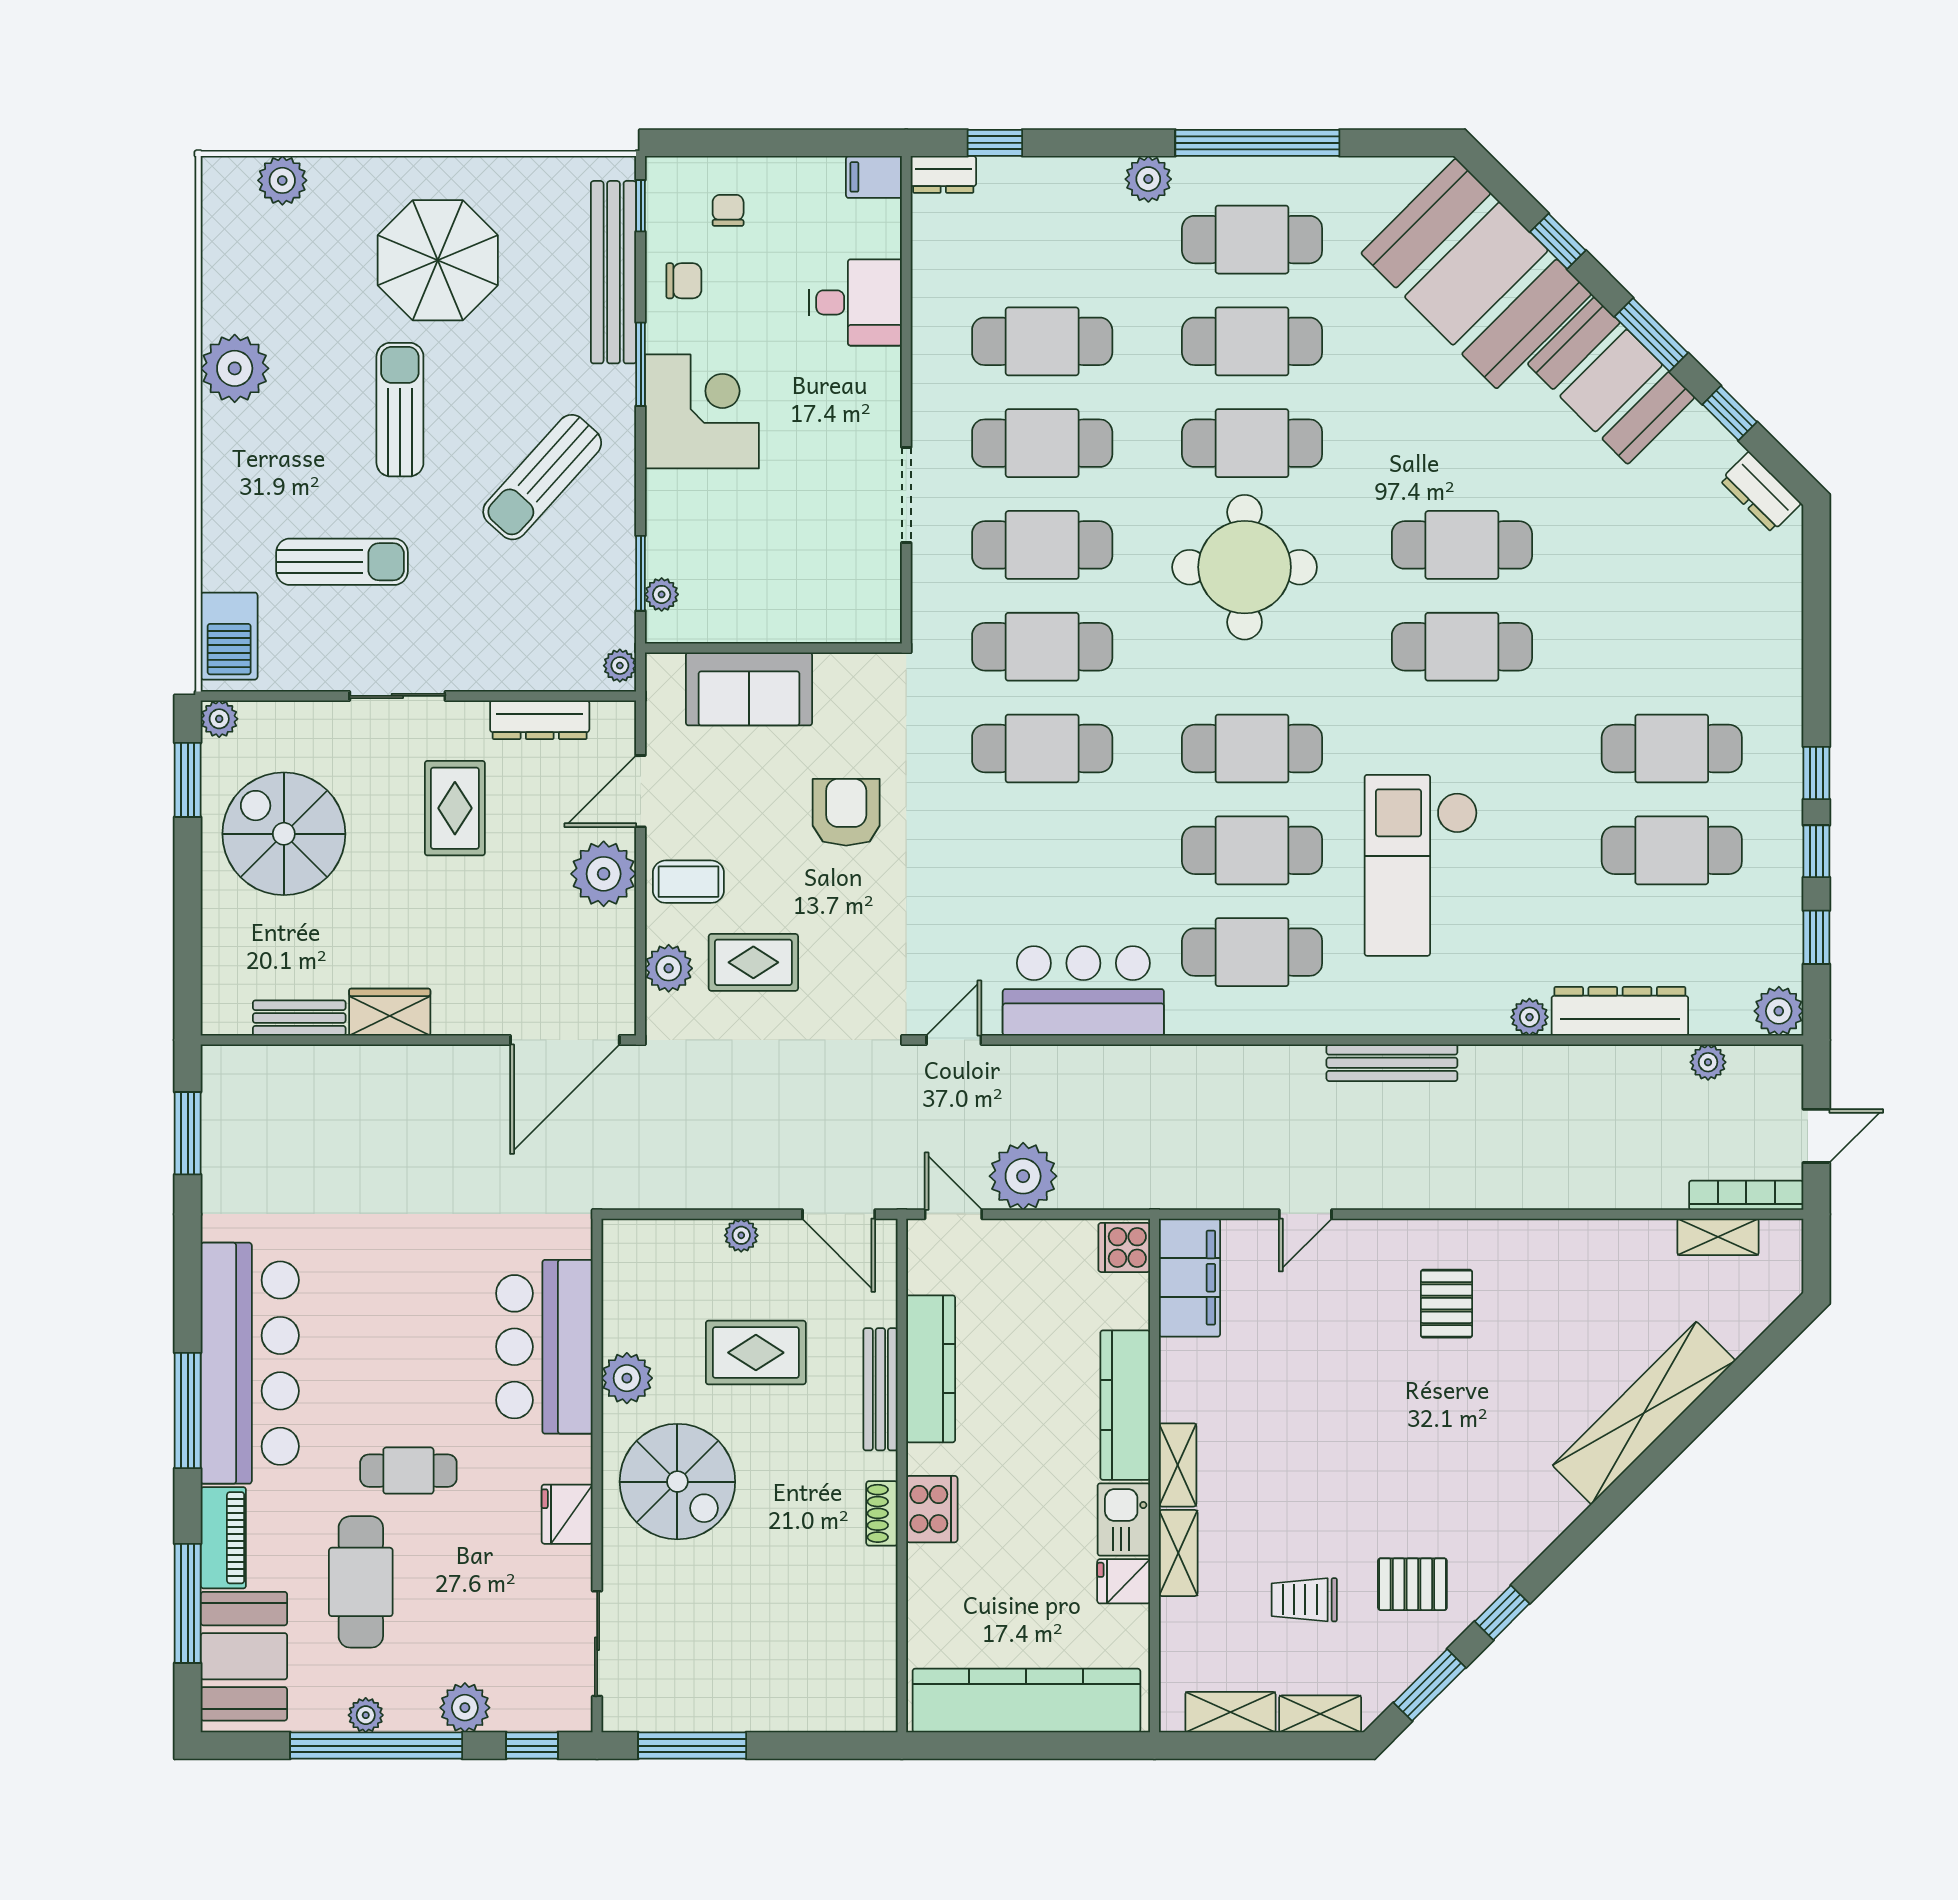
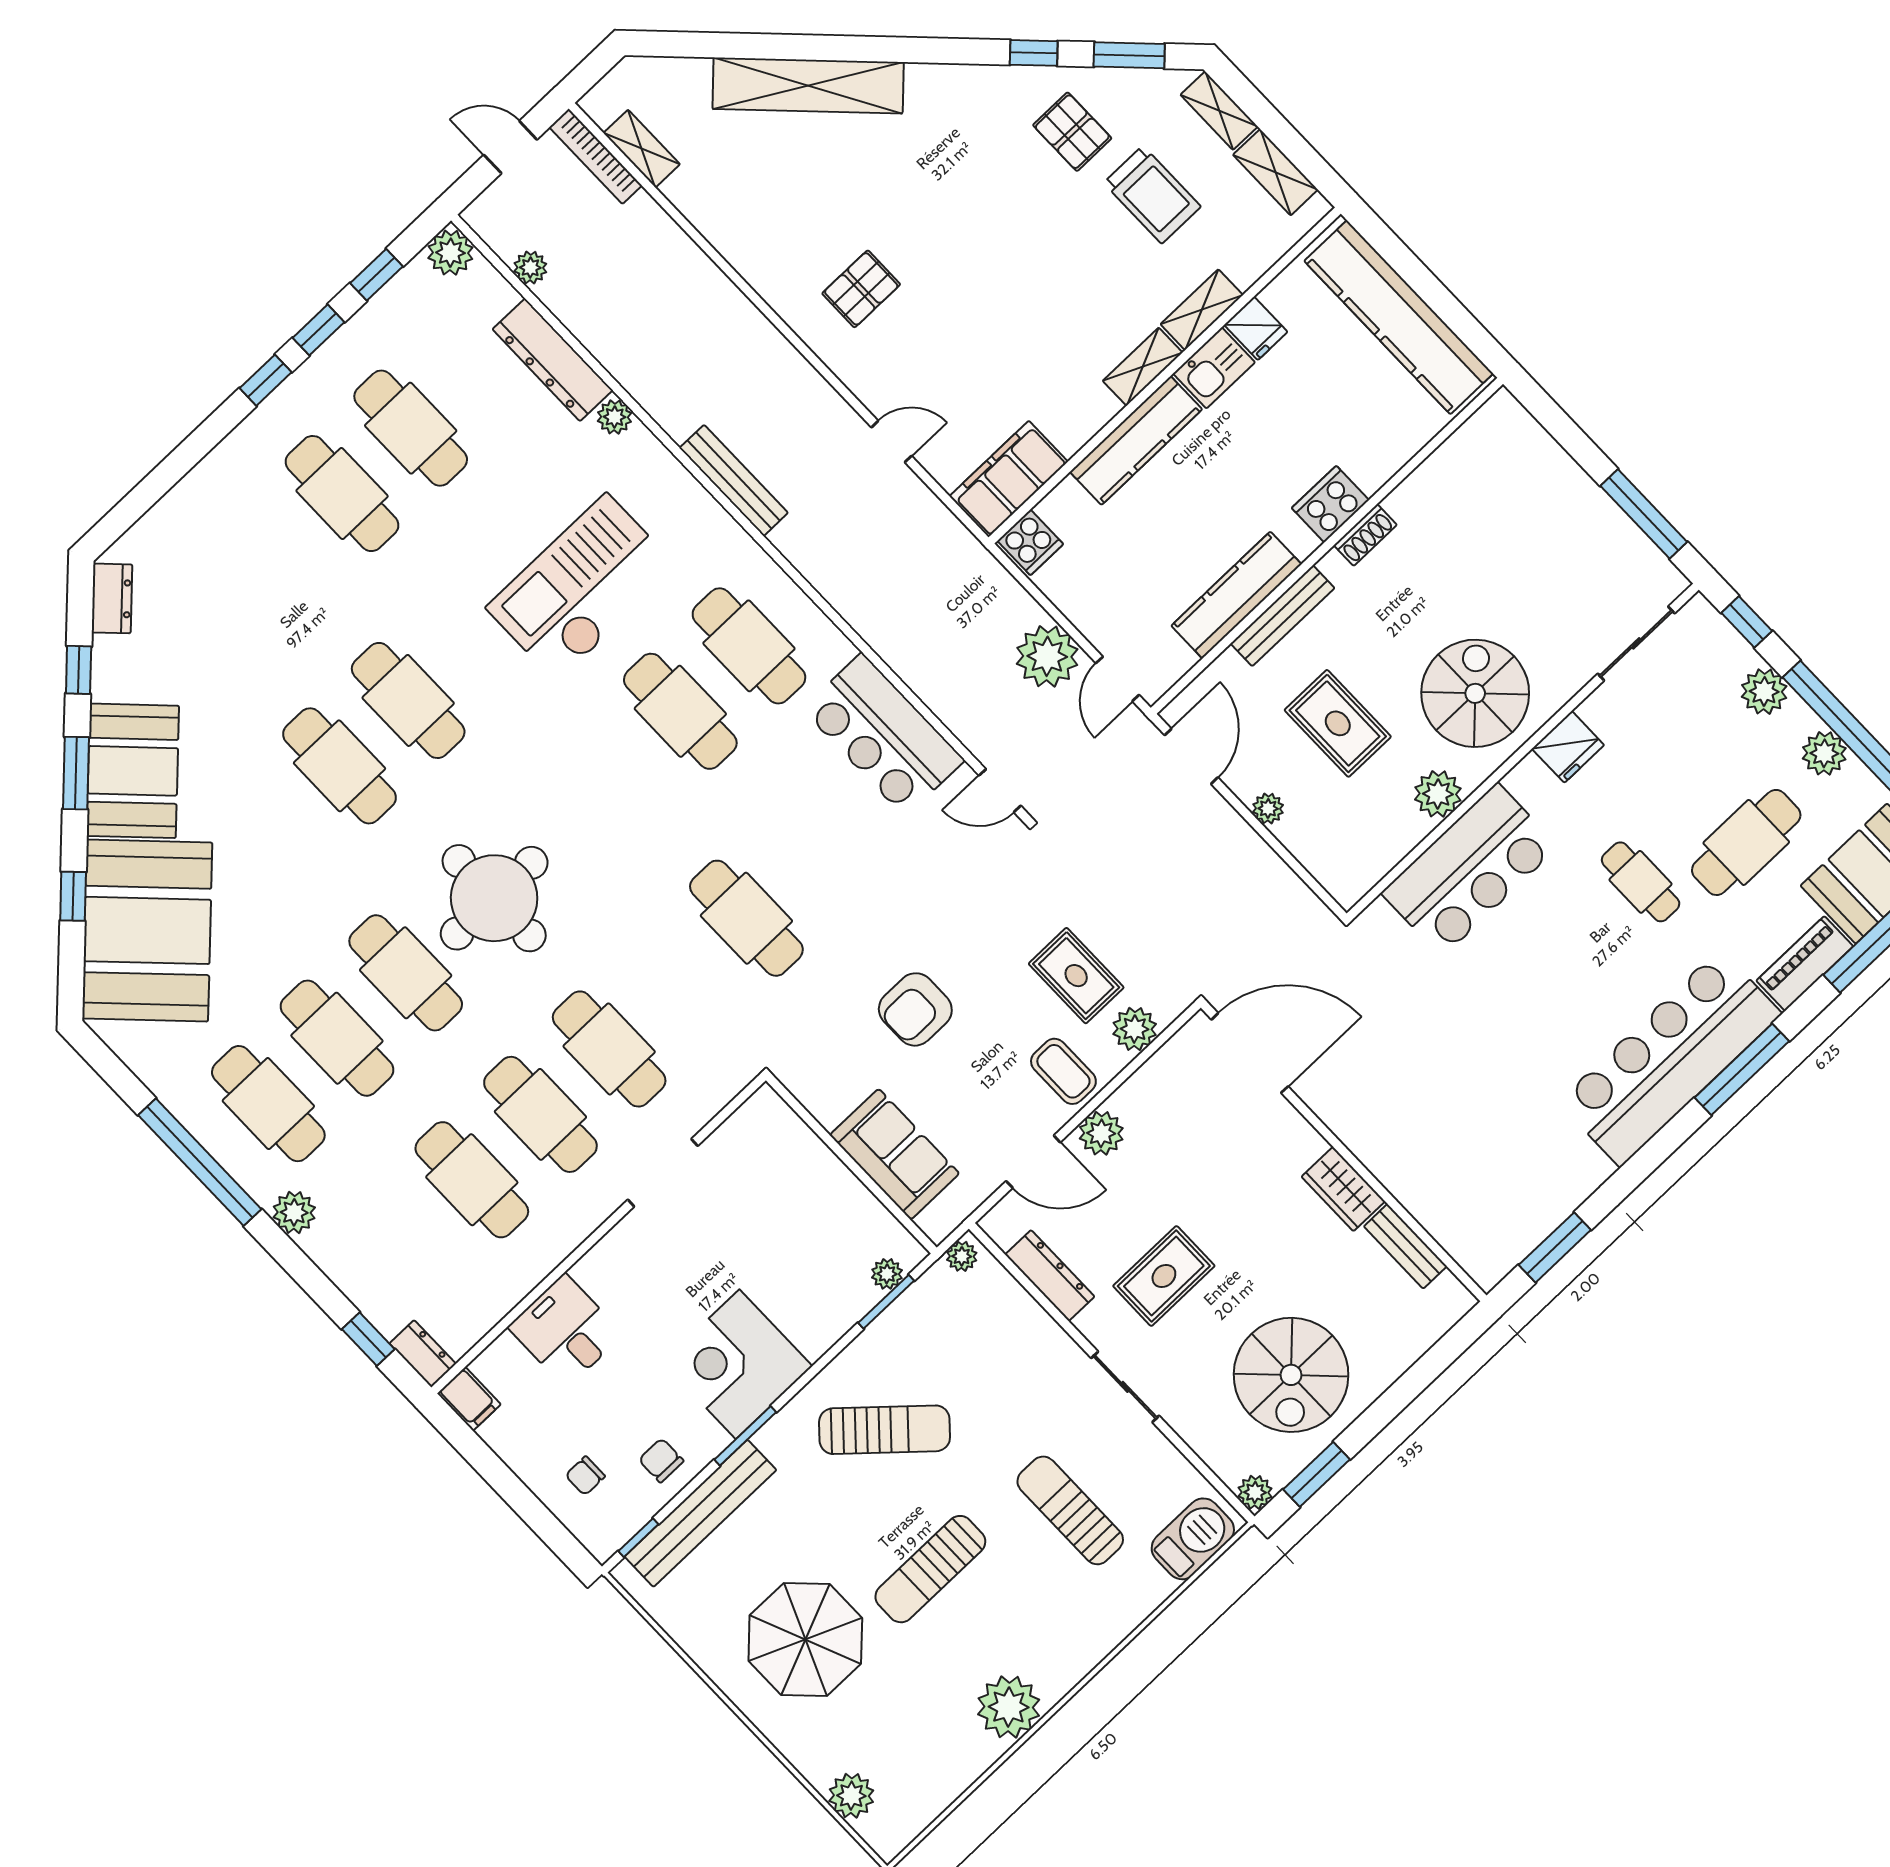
cafe table: (1042, 647) -> (678, 984), removed
cafe table: (1252, 749) -> (612, 777), removed
checkout: (1421, 865) -> (582, 588), turned 180
plant: (604, 874) -> (1101, 1133), width x0.73, depth x0.73
trolley: (1304, 1600) -> (1152, 195), width x1.36, depth x1.39
plant: (366, 1715) -> (1824, 753), width x1.38, depth x1.38

